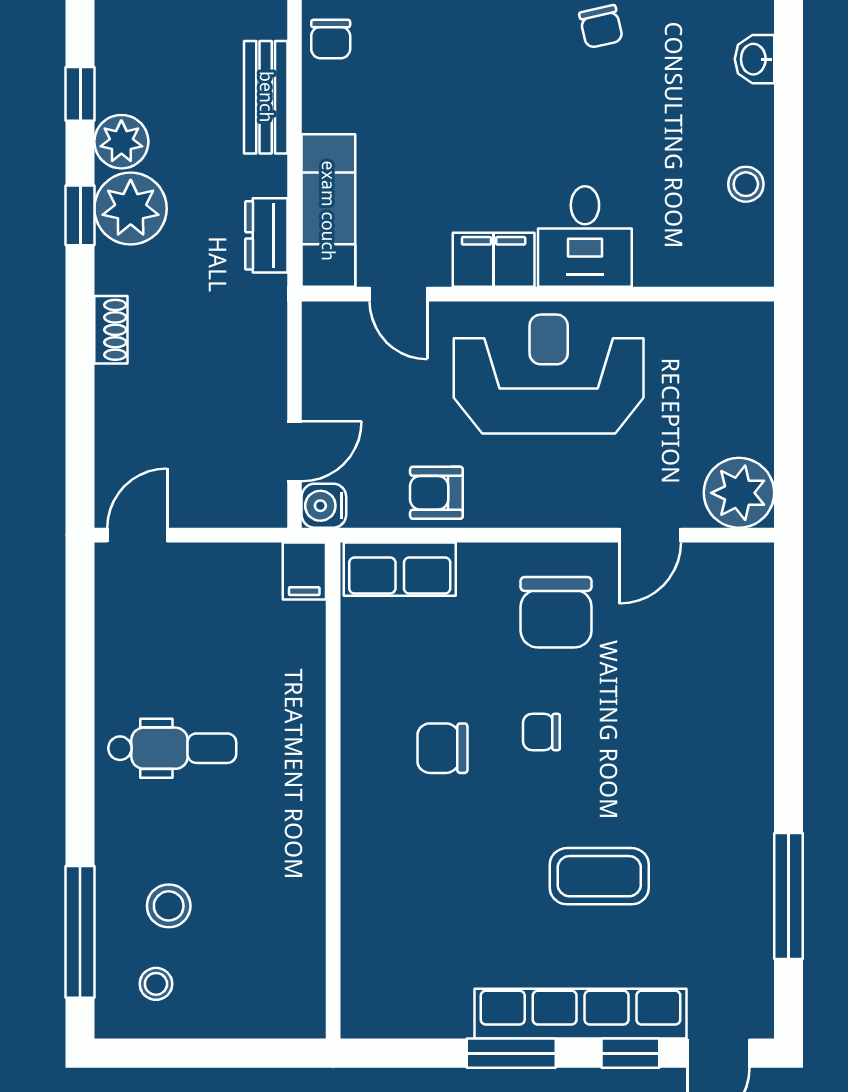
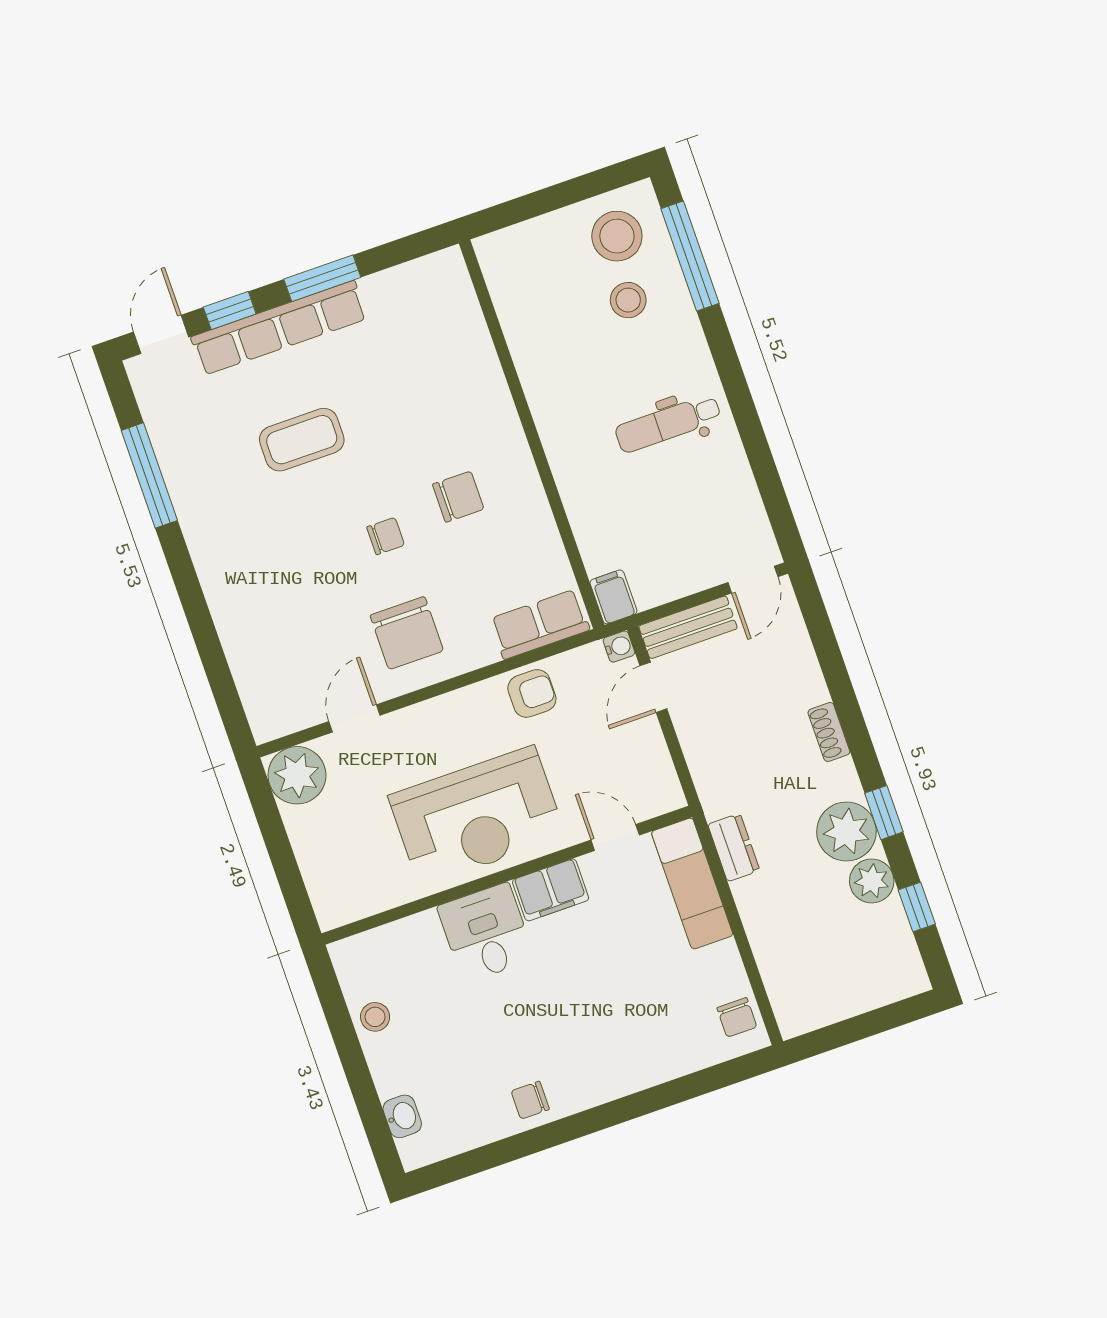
chair: (601, 27) -> (530, 1100), turned -77
chair: (331, 39) -> (737, 1017), turned 180
bench: (266, 97) -> (688, 627), moved, turned 90
water cooler: (324, 506) -> (619, 647), width x0.72, depth x0.72
chair: (556, 612) -> (407, 633), turned 180
stool: (156, 984) -> (617, 236), width x1.89, depth x1.89

